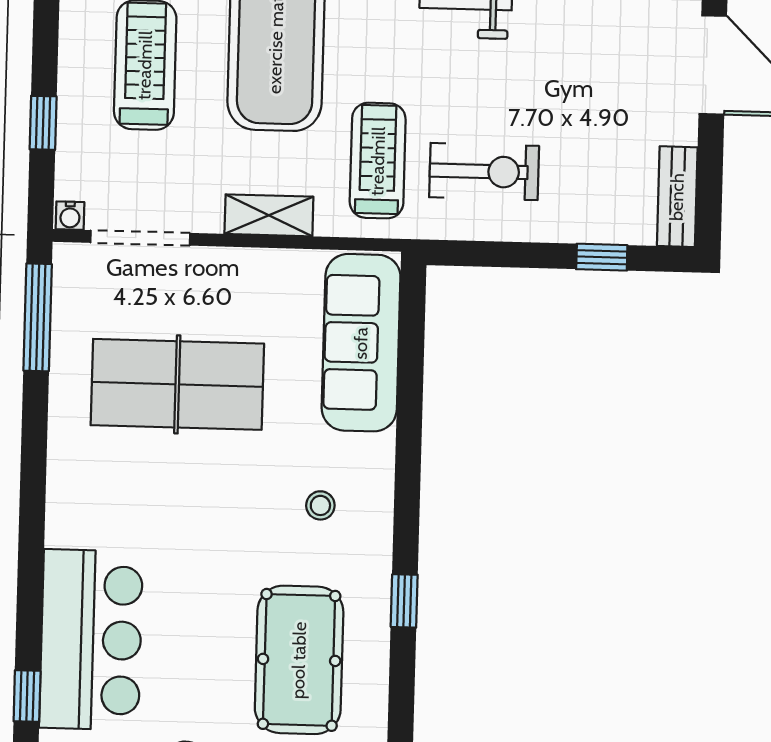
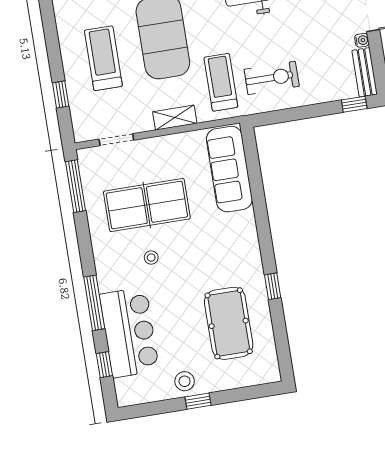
water cooler: (70, 216) -> (362, 40), moved, turned -90
doorway: (140, 238) -> (116, 140), width x0.73
window: (602, 257) -> (354, 104), moved
stool: (320, 505) -> (151, 258), moved
window: (31, 565) -> (94, 303), added

